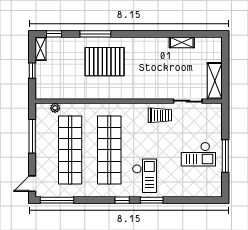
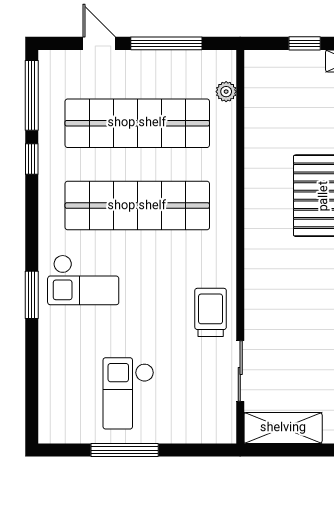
trolley: (160, 115) -> (211, 312), turned 180
door: (32, 184) -> (99, 43), moved
window: (122, 200) -> (32, 159), moved

